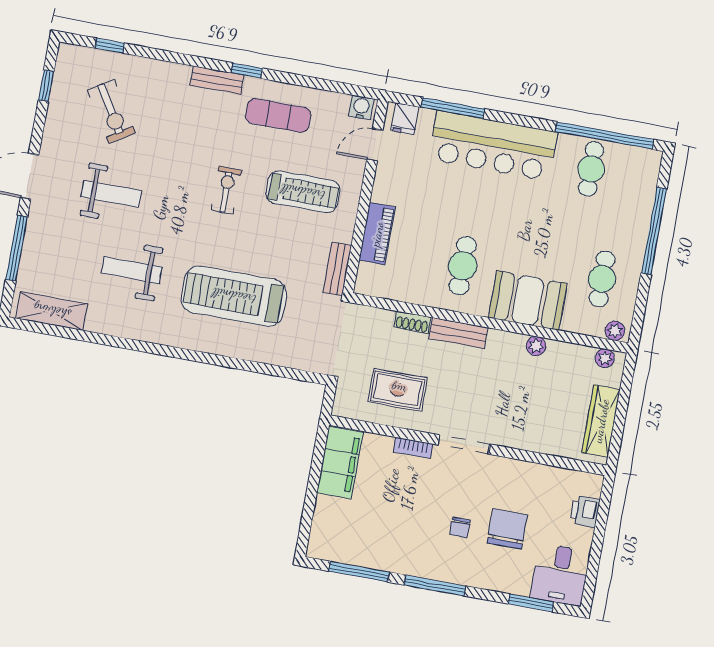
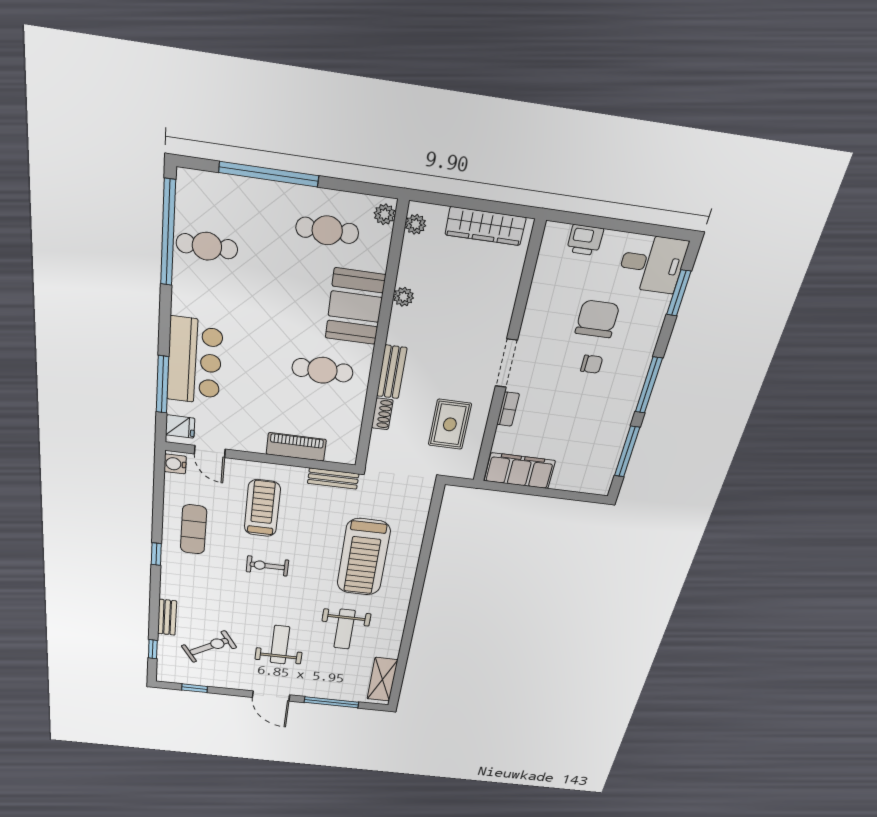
bench: (217, 80) -> (167, 617), moved
bar counter: (493, 146) -> (195, 361), width x0.73
chair: (507, 529) -> (597, 319), turned 90

